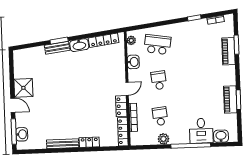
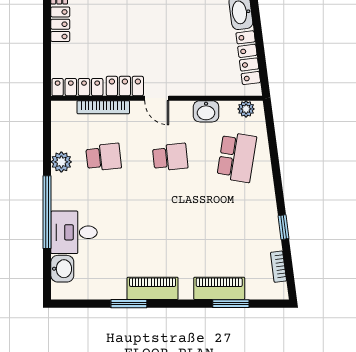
piano: (230, 100) -> (153, 288), moved

